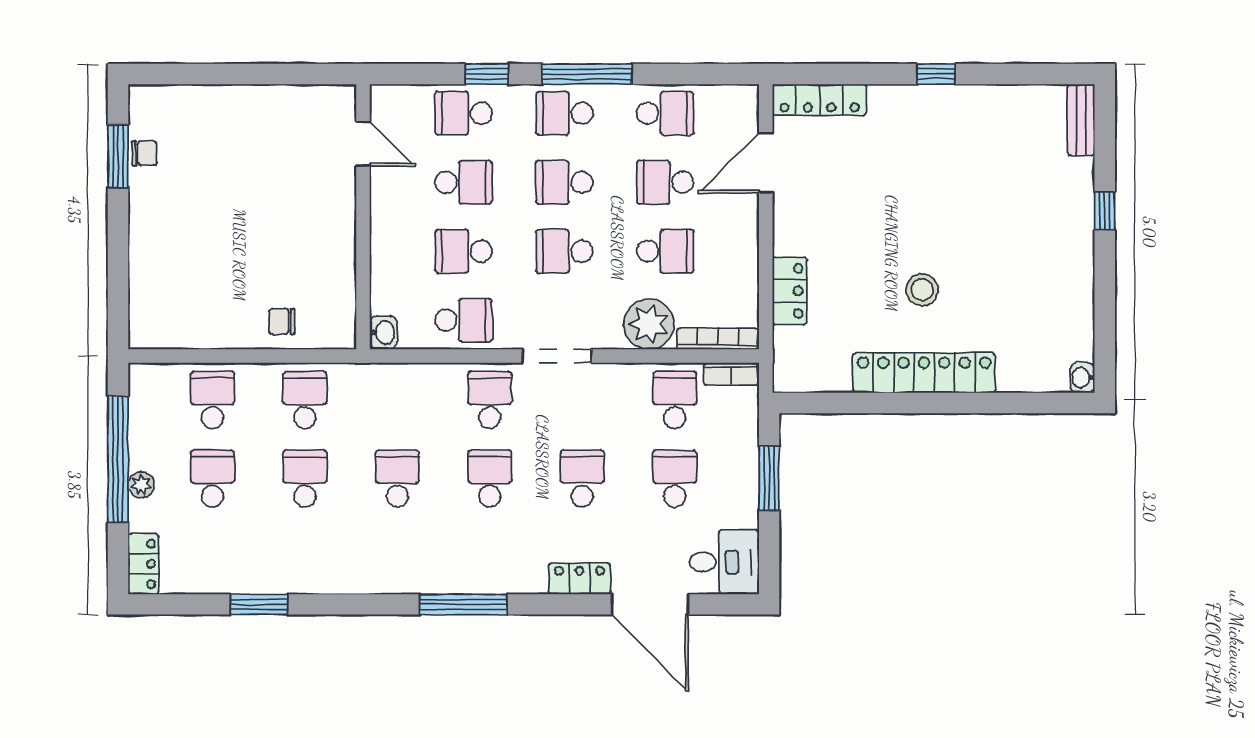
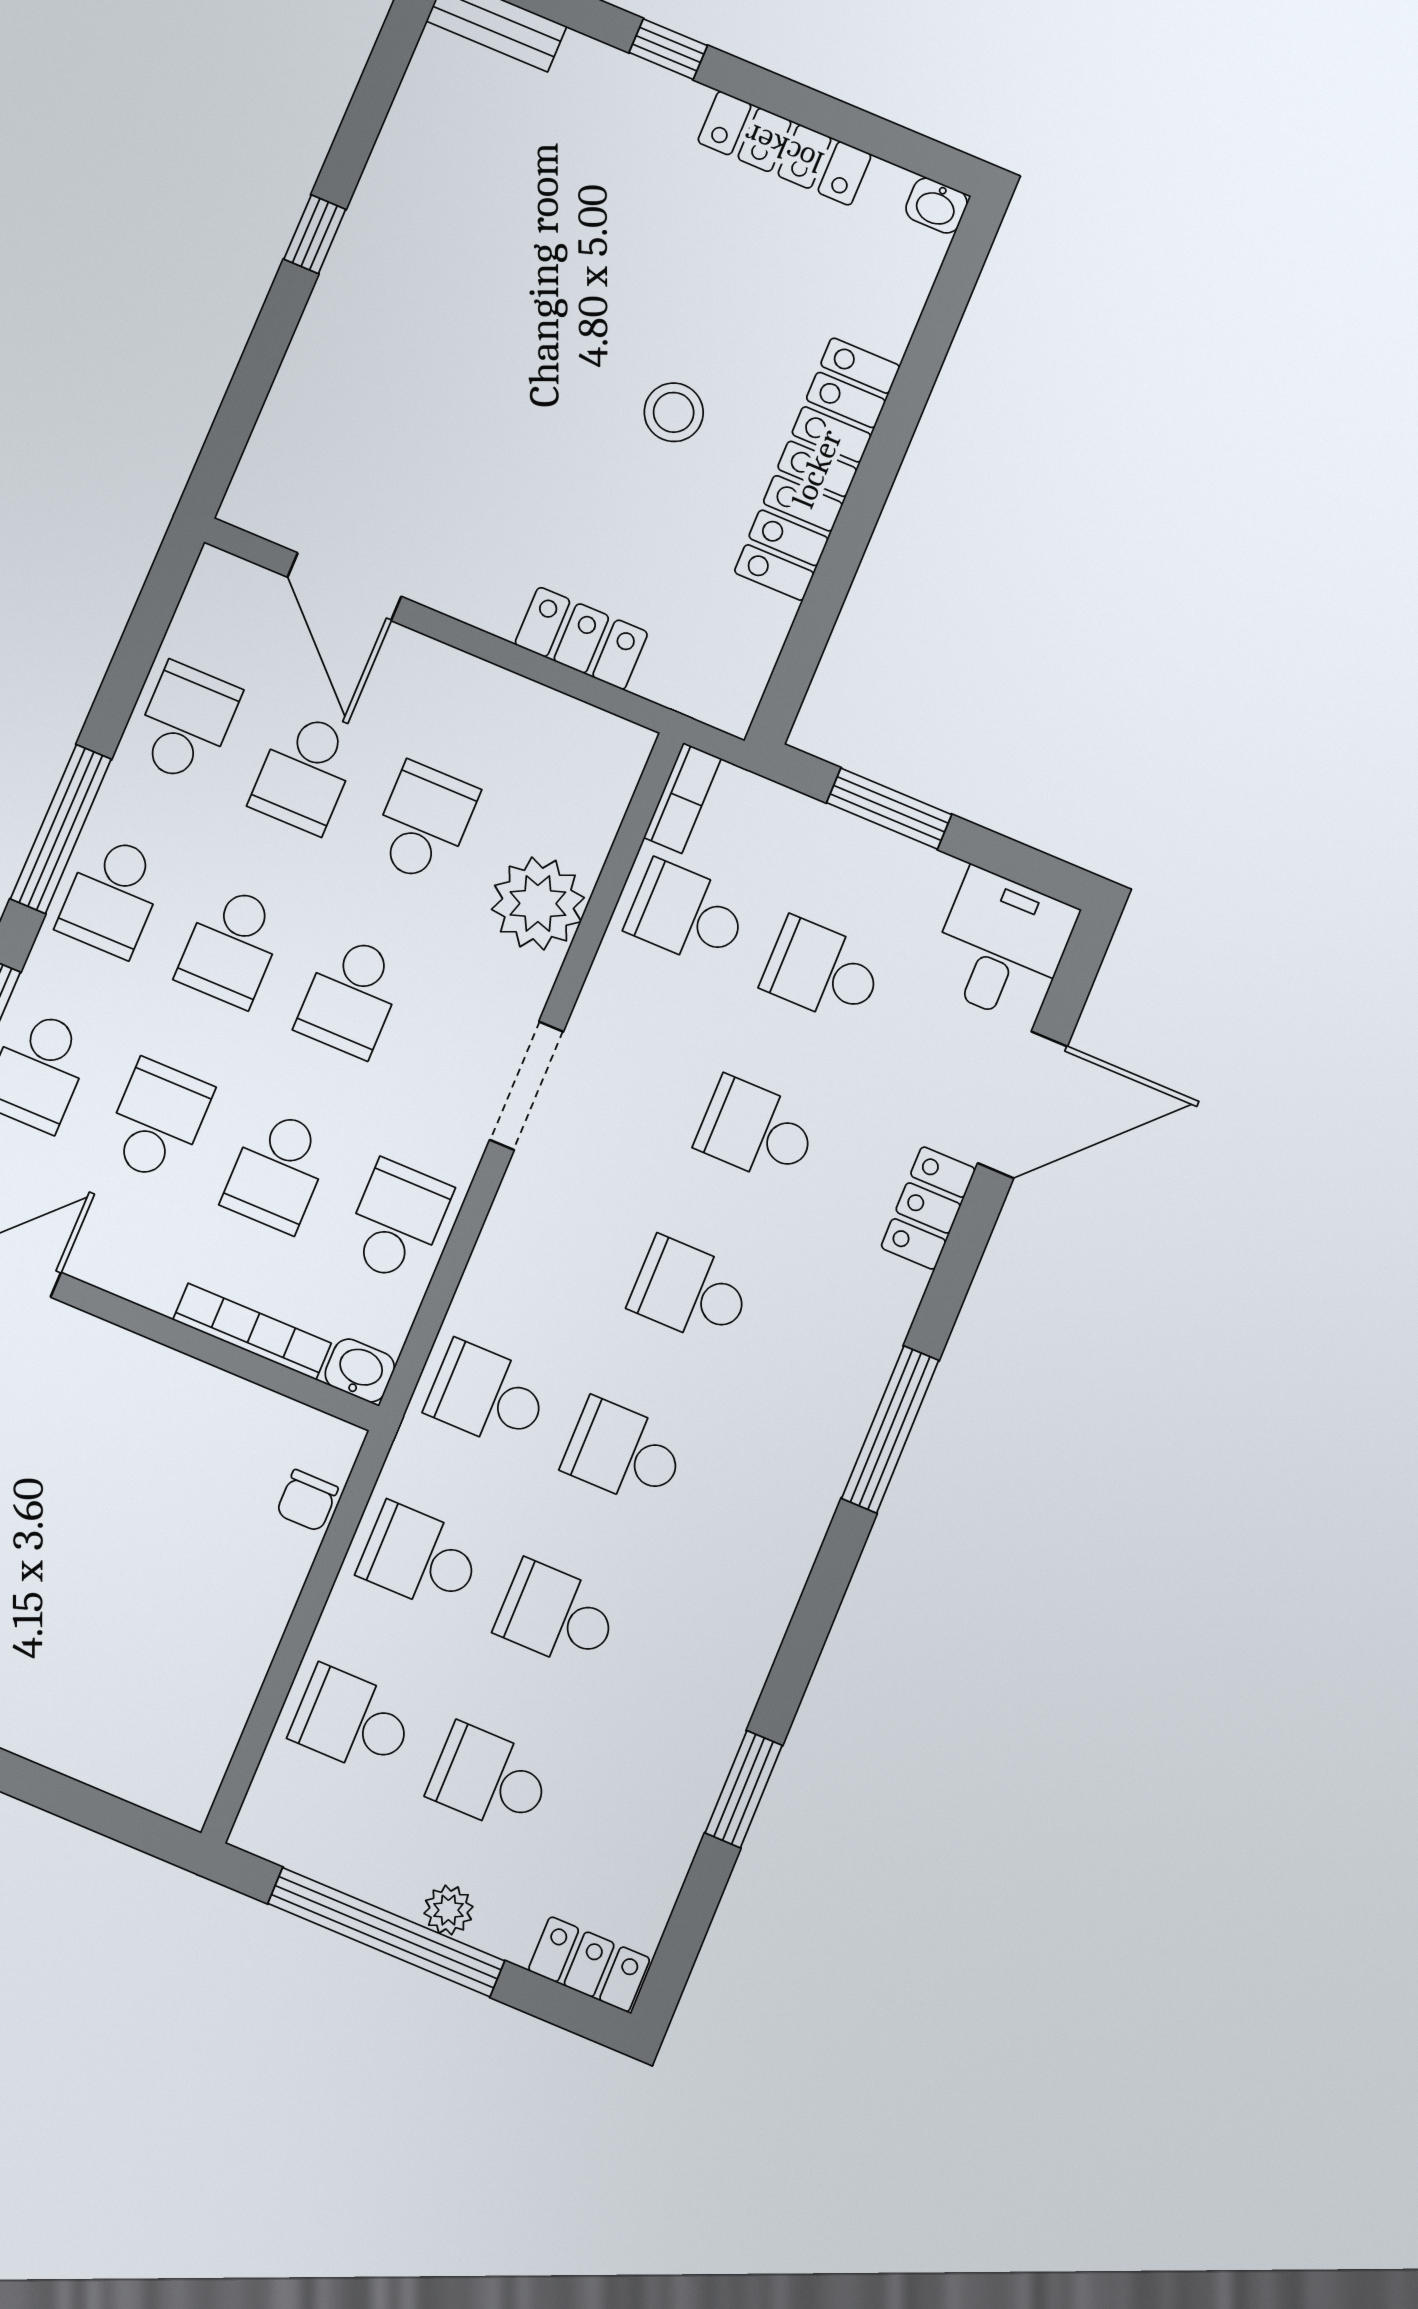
locker: (819, 100) -> (784, 148), moved, turned 90
chair: (282, 321) -> (307, 1501), moved
bookcase: (718, 339) -> (252, 1332), moved, turned 90
school desk: (490, 400) -> (487, 1395), moved

